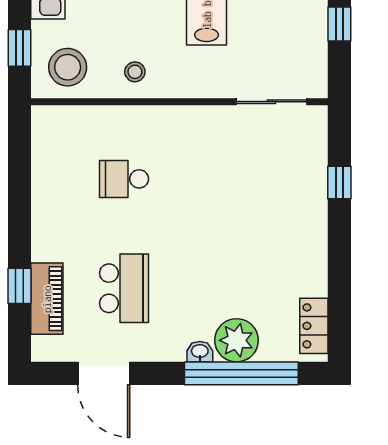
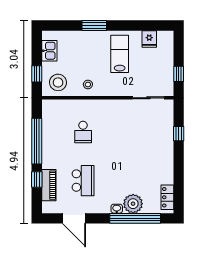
window: (339, 24) -> (179, 74), moved
school desk: (124, 179) -> (83, 132), turned -90
window: (20, 199) -> (37, 141), added

